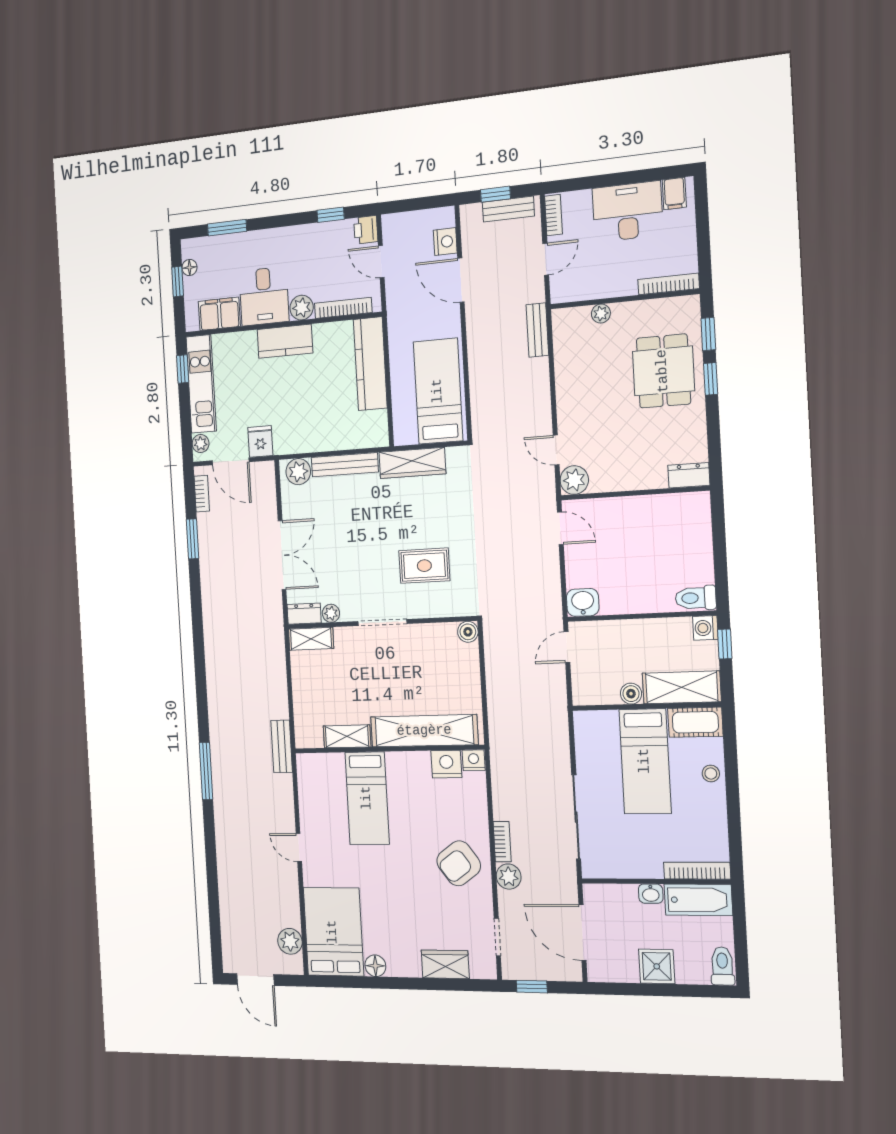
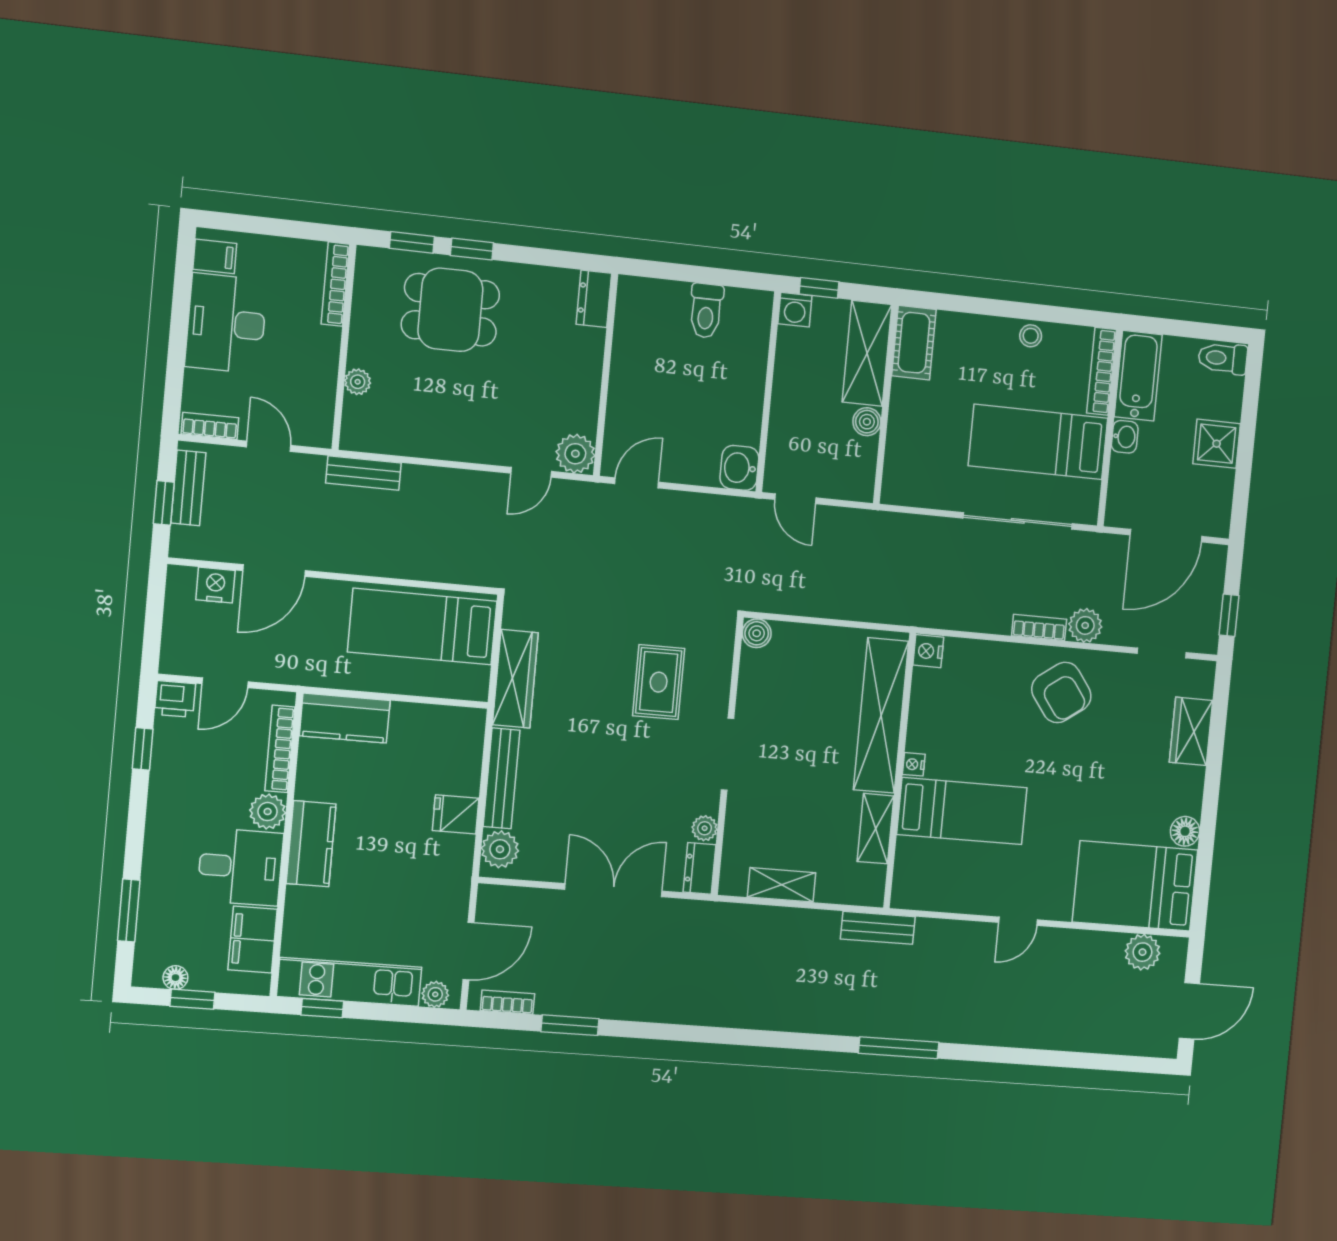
kitchen counter: (370, 364) -> (345, 718), width x0.67
fridge: (260, 441) -> (456, 814), moved
toilet: (696, 598) -> (706, 311), moved
shelving: (311, 639) -> (782, 885), moved, turned 90
bed: (645, 761) -> (1038, 442), moved, turned 180
nightstand: (446, 764) -> (914, 764), moved, width x0.53, depth x0.56
stool: (711, 773) -> (1031, 336), moved

